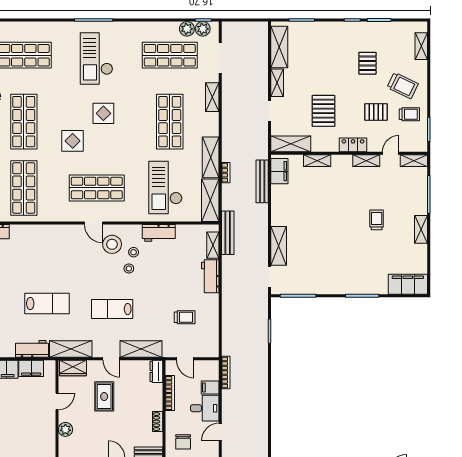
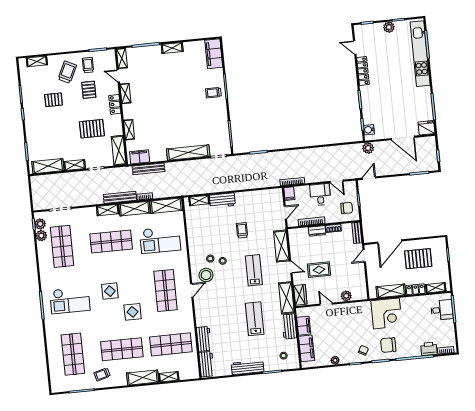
shelving: (212, 97) -> (108, 210), moved
trolley: (377, 220) -> (213, 93), moved
workbench: (159, 233) -> (204, 339), moved
bench: (228, 233) -> (120, 197), moved
shelving: (279, 246) -> (188, 152), width x1.47
lab bench: (112, 309) -> (254, 270), turned 180
trolley: (185, 317) -> (242, 230), moved
door: (111, 359) -> (291, 267), hinge flipped
dresser: (156, 371) -> (317, 231), moved
filing cabinet: (210, 387) -> (289, 194), moved

